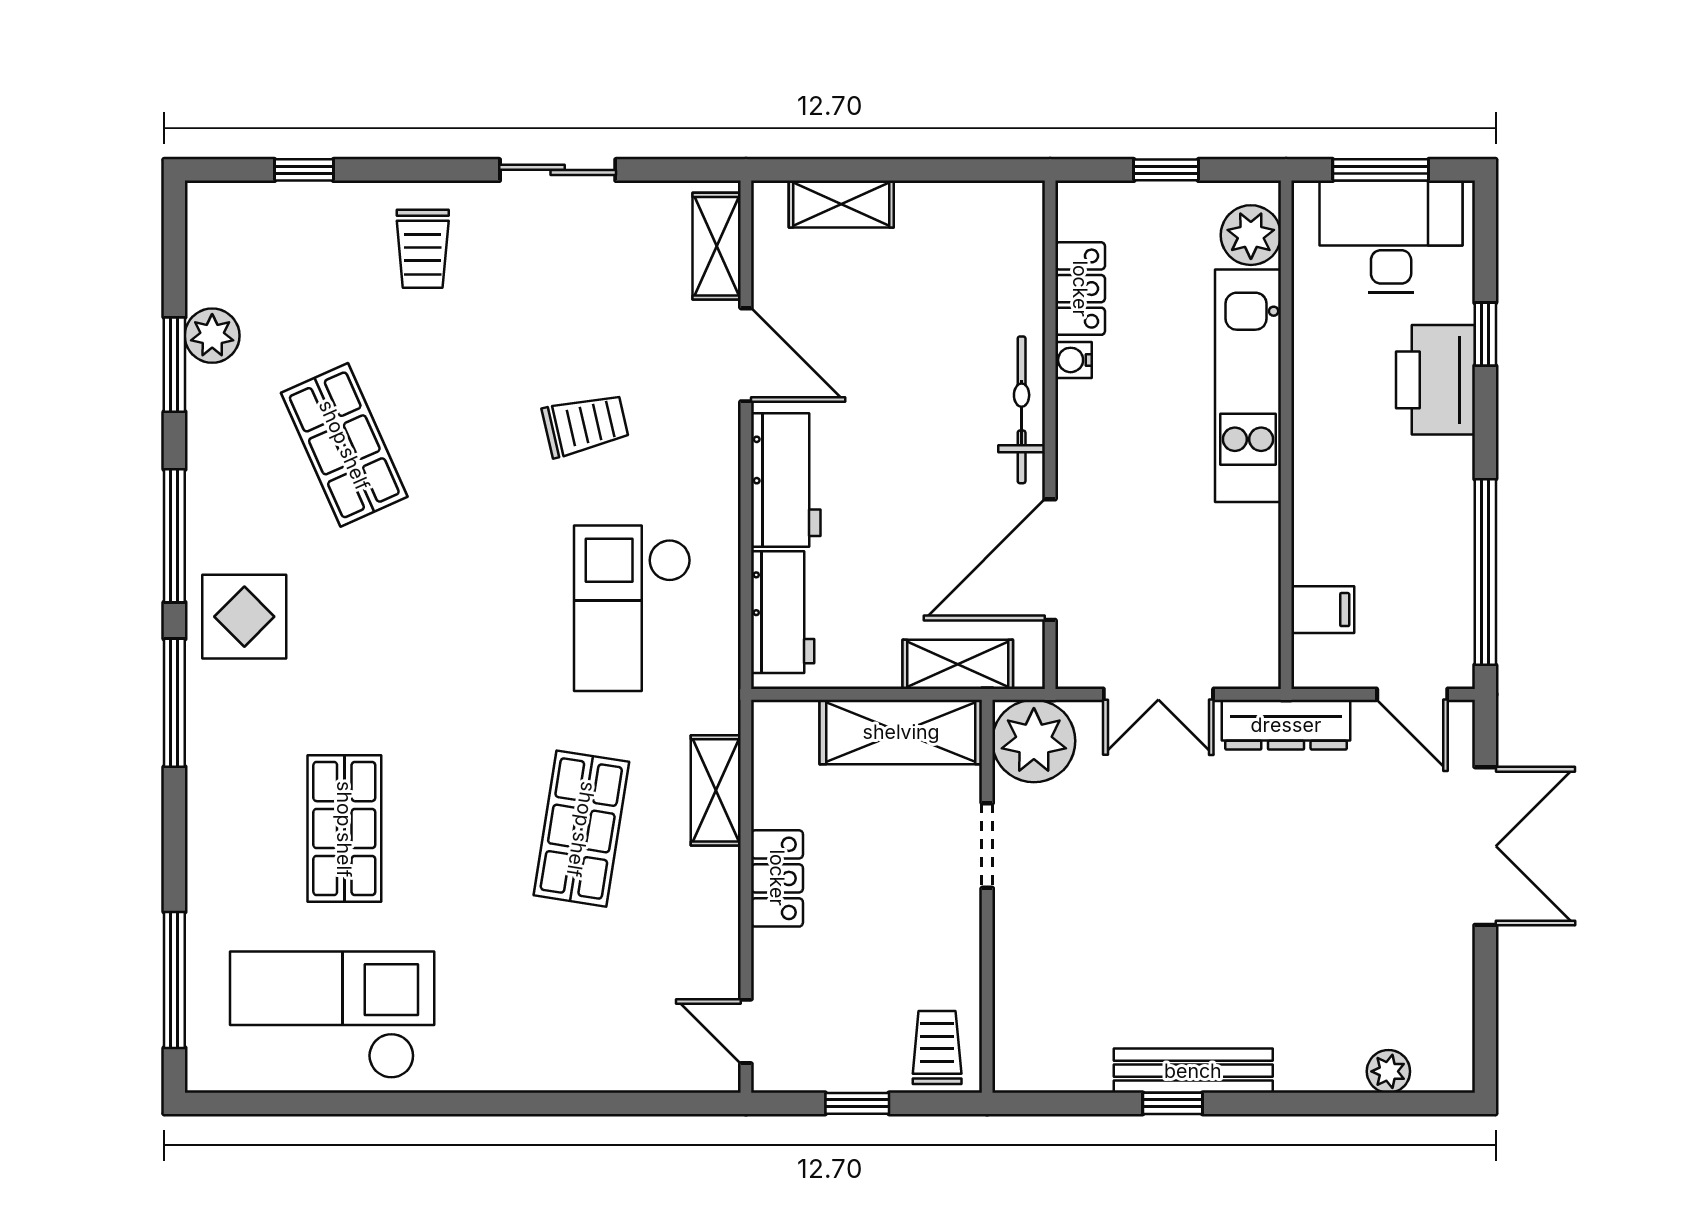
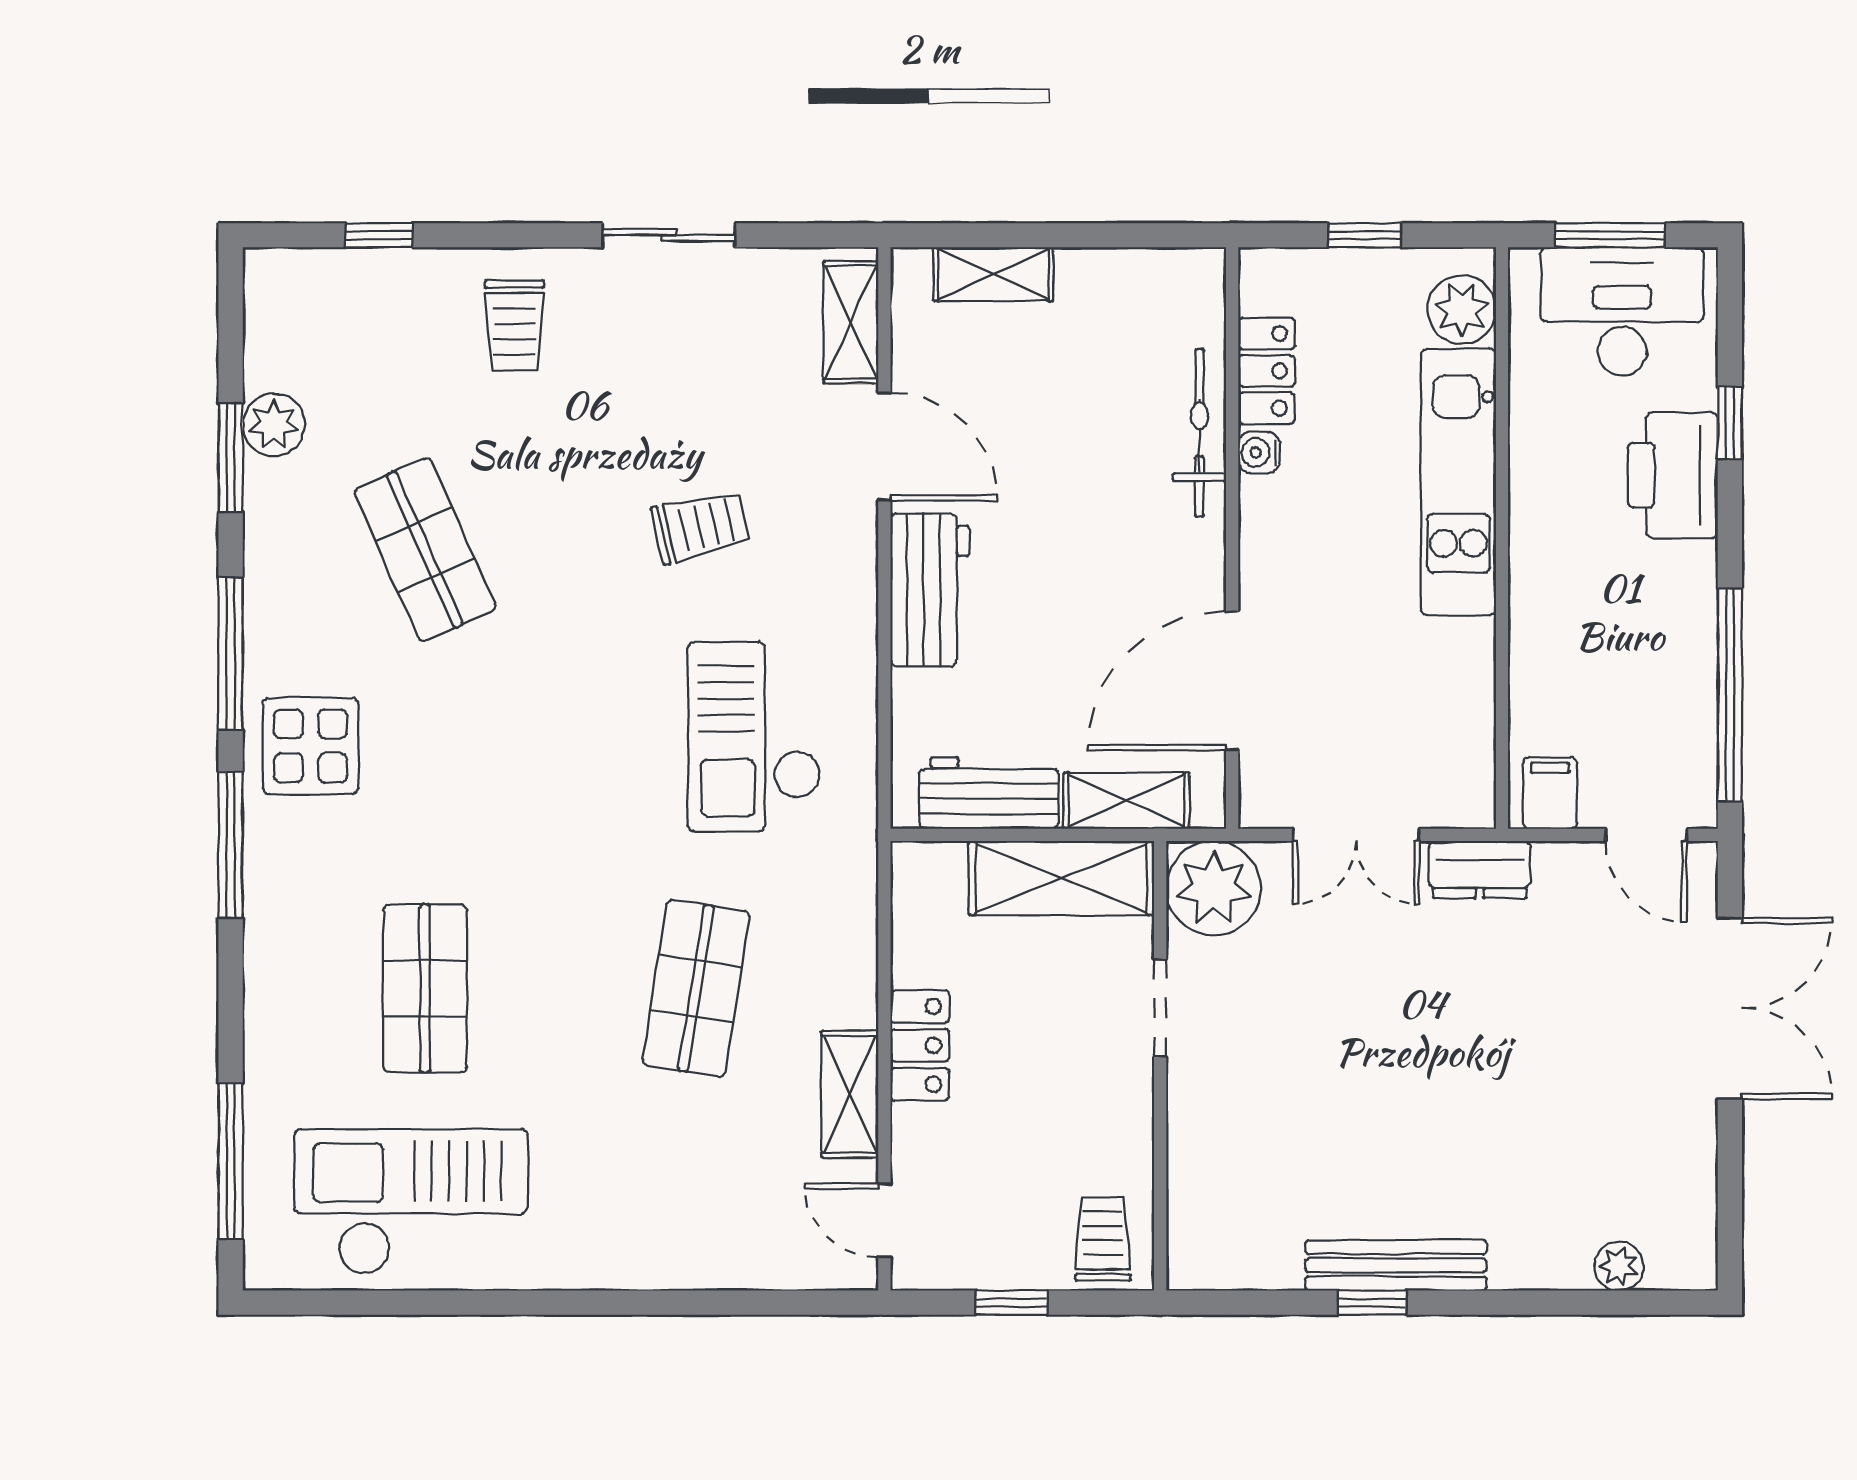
bicycle: (1022, 410) -> (1200, 433), moved
filing cabinet: (1323, 610) -> (1550, 793), moved, turned -90
workbench: (783, 612) -> (989, 793), moved, turned -90
dresser: (1286, 725) -> (1480, 870), width x0.70
shelving: (716, 790) -> (850, 1094), moved

